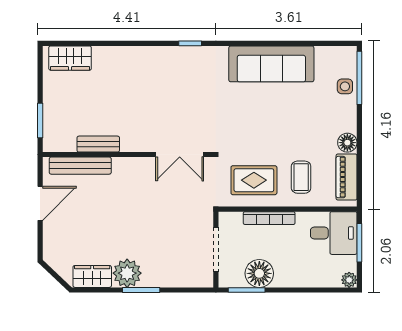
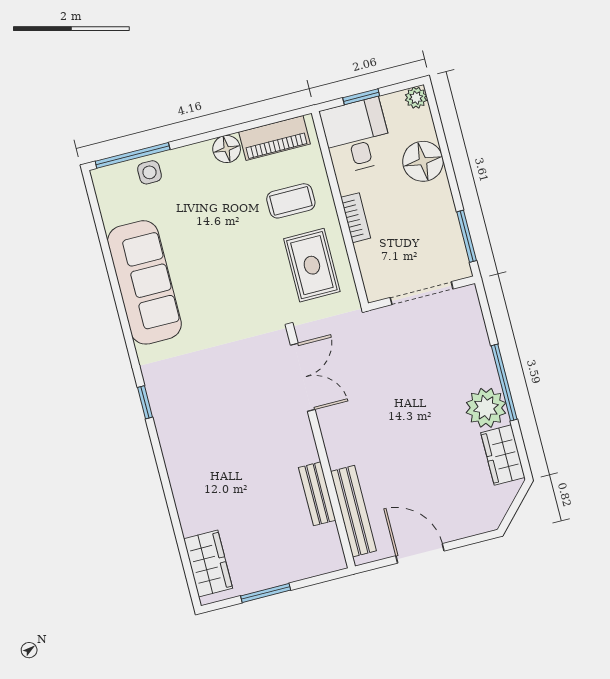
window: (40, 121) -> (266, 593), moved
bookcase: (269, 218) -> (356, 218), width x0.64
window: (359, 243) -> (361, 97), width x0.67
floor lamp: (259, 273) -> (423, 161), moved
window: (141, 290) -> (504, 382), width x1.44

